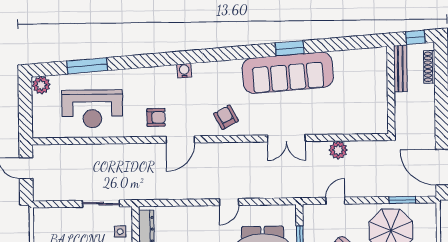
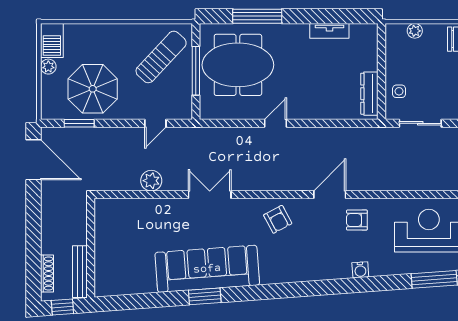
water cooler: (184, 71) -> (360, 270), moved

